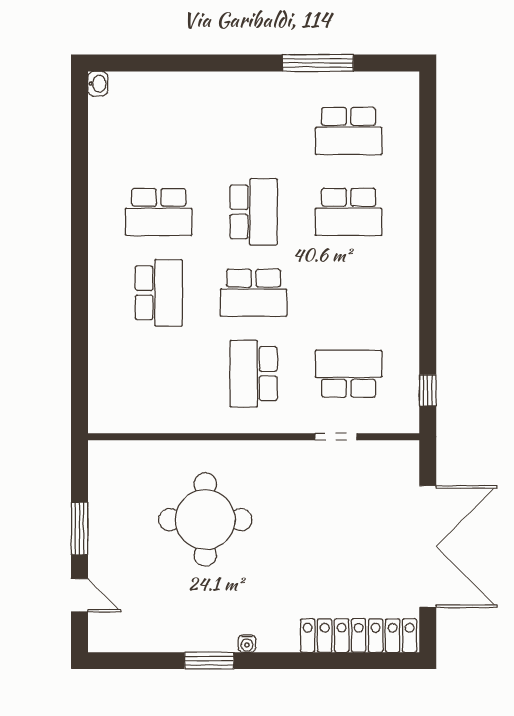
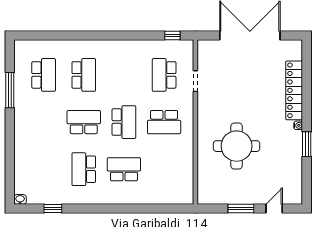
window: (80, 150) -> (53, 209), added
school desk: (159, 212) -> (84, 169), turned 180
locker: (359, 636) -> (294, 90), moved

